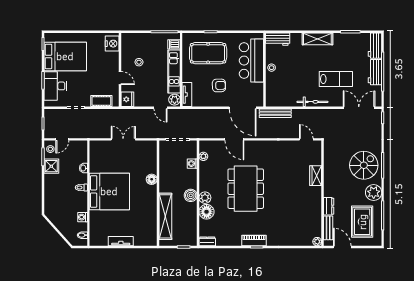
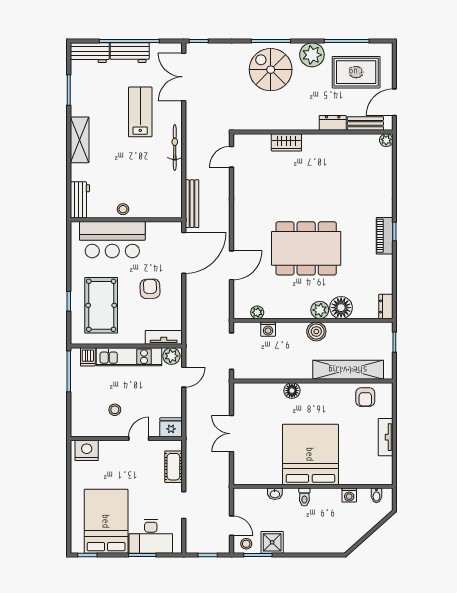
armchair: (147, 228) -> (365, 397), added

